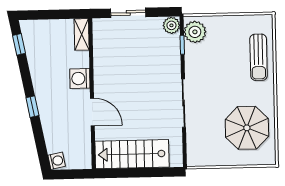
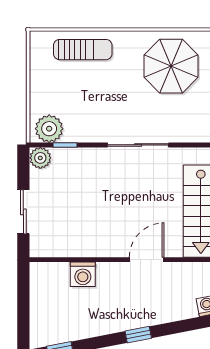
shelving: (82, 34) -> (49, 271), removed
washing machine: (80, 78) -> (83, 274), moved

